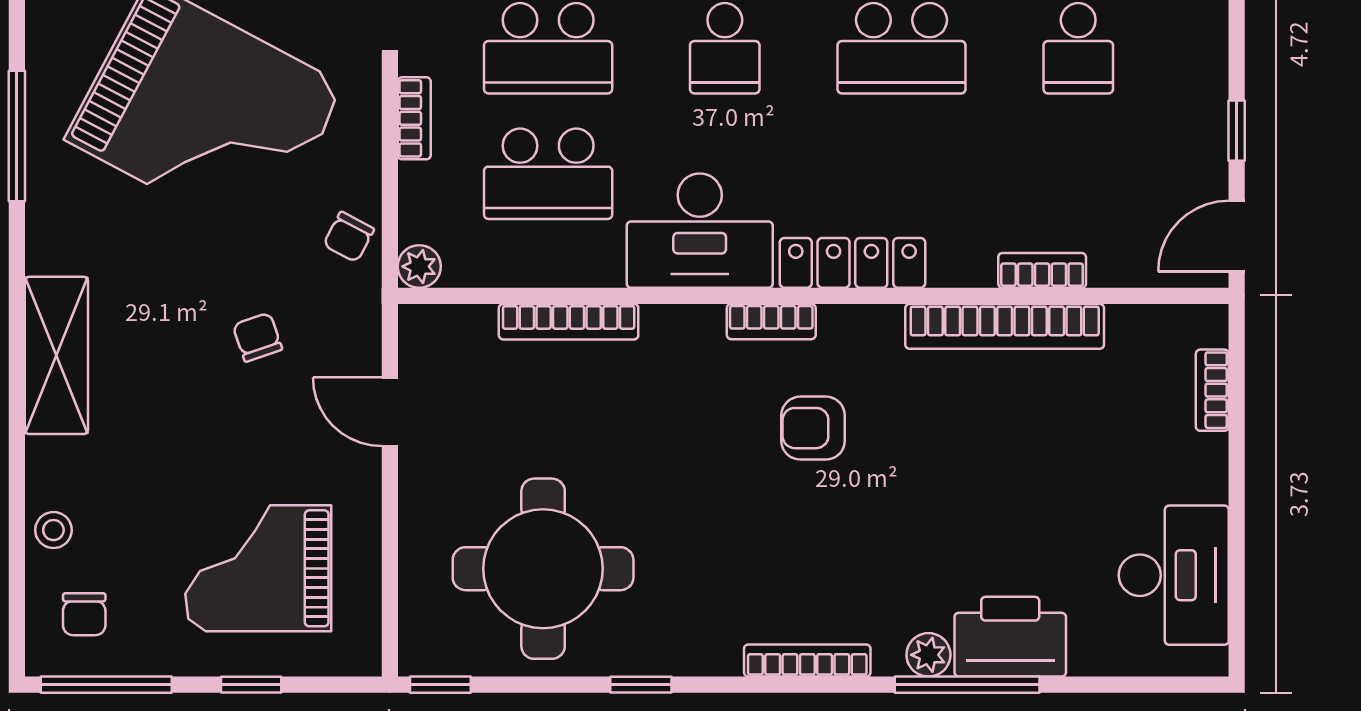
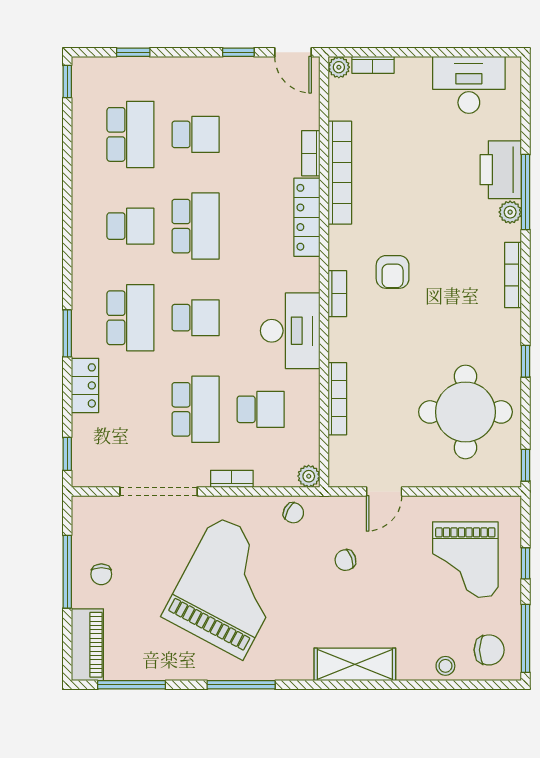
school desk: (548, 174) -> (261, 409), width x0.54
locker: (852, 263) -> (307, 217), moved
plant: (1208, 325) -> (339, 67), added
chair: (84, 614) -> (489, 650), width x1.37, depth x1.37

